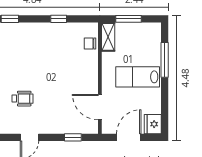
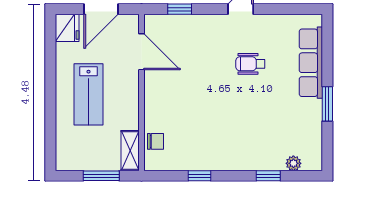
window: (165, 60) -> (50, 118), removed
lab bench: (138, 77) -> (89, 94), turned 90

